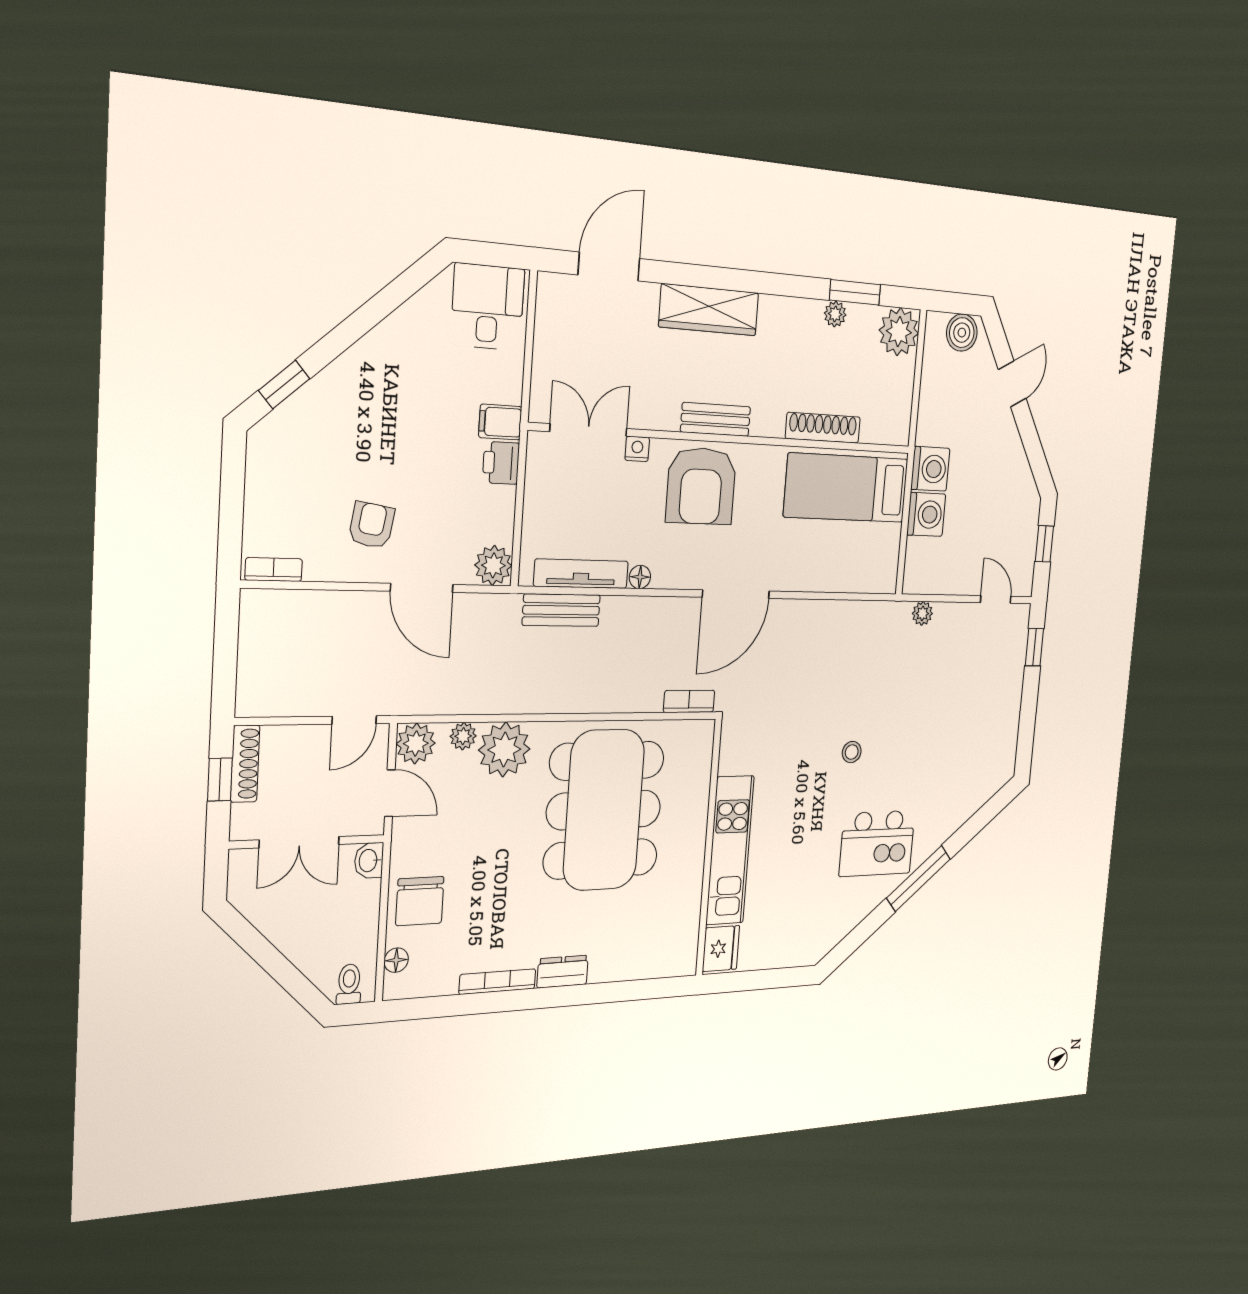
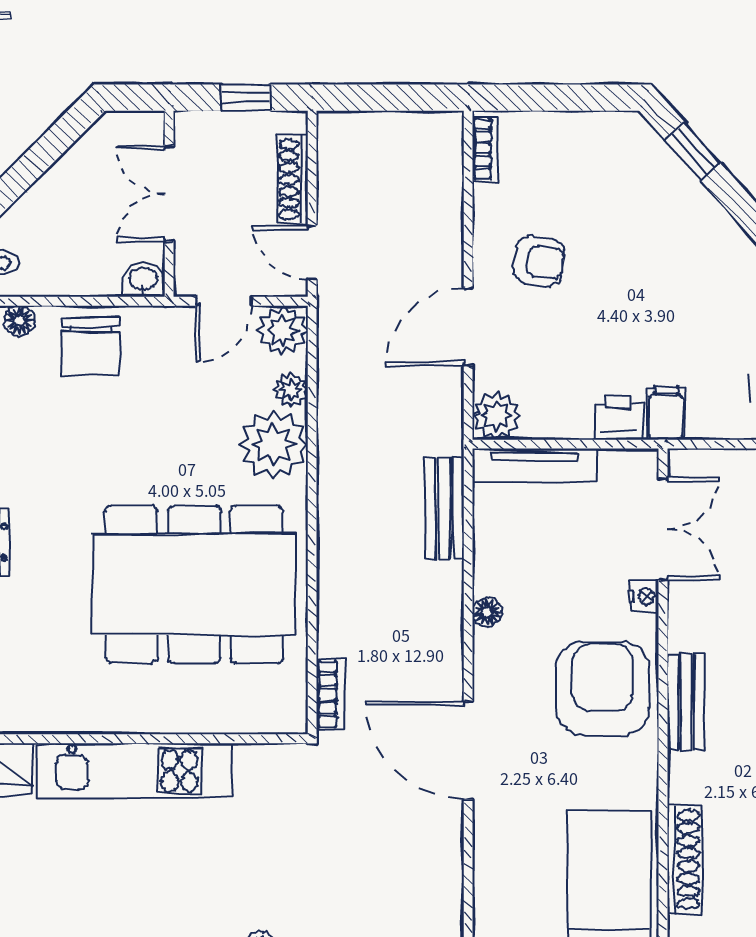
armchair: (701, 486) -> (603, 689), turned 90
tv unit: (581, 574) -> (535, 465), moved, turned 90
shoe rack: (245, 764) -> (293, 179), moved, turned 90
chair: (420, 901) -> (91, 347), turned -90

